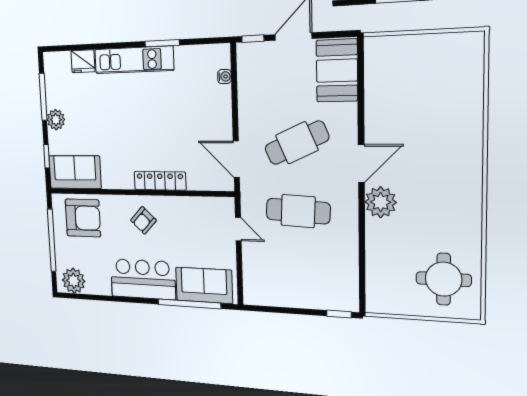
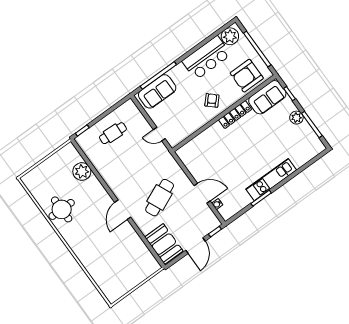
fridge: (83, 61) -> (300, 159), removed
door: (236, 159) -> (202, 193), moved
locker: (160, 181) -> (235, 115), moved
plant: (381, 202) -> (82, 171), moved
cafe table: (298, 211) -> (113, 133), moved, width x0.73, depth x0.74
bar counter: (143, 279) -> (207, 58), moved
round table: (444, 279) -> (62, 209), moved

